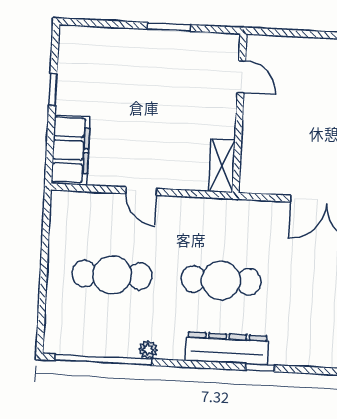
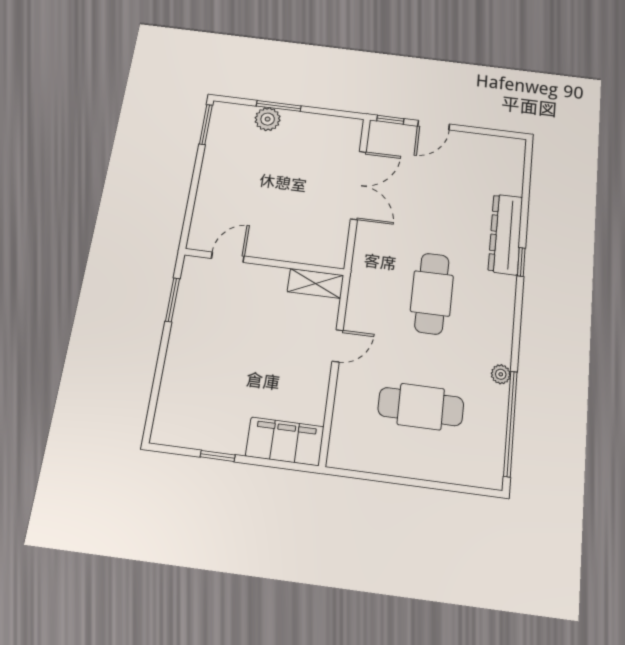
window: (169, 27) -> (173, 300), moved
door: (141, 191) -> (338, 346), moved
cafe table: (112, 275) -> (421, 407), turned 90
dresser: (227, 348) -> (505, 234), moved

